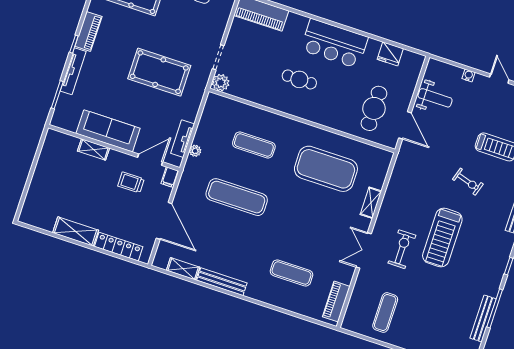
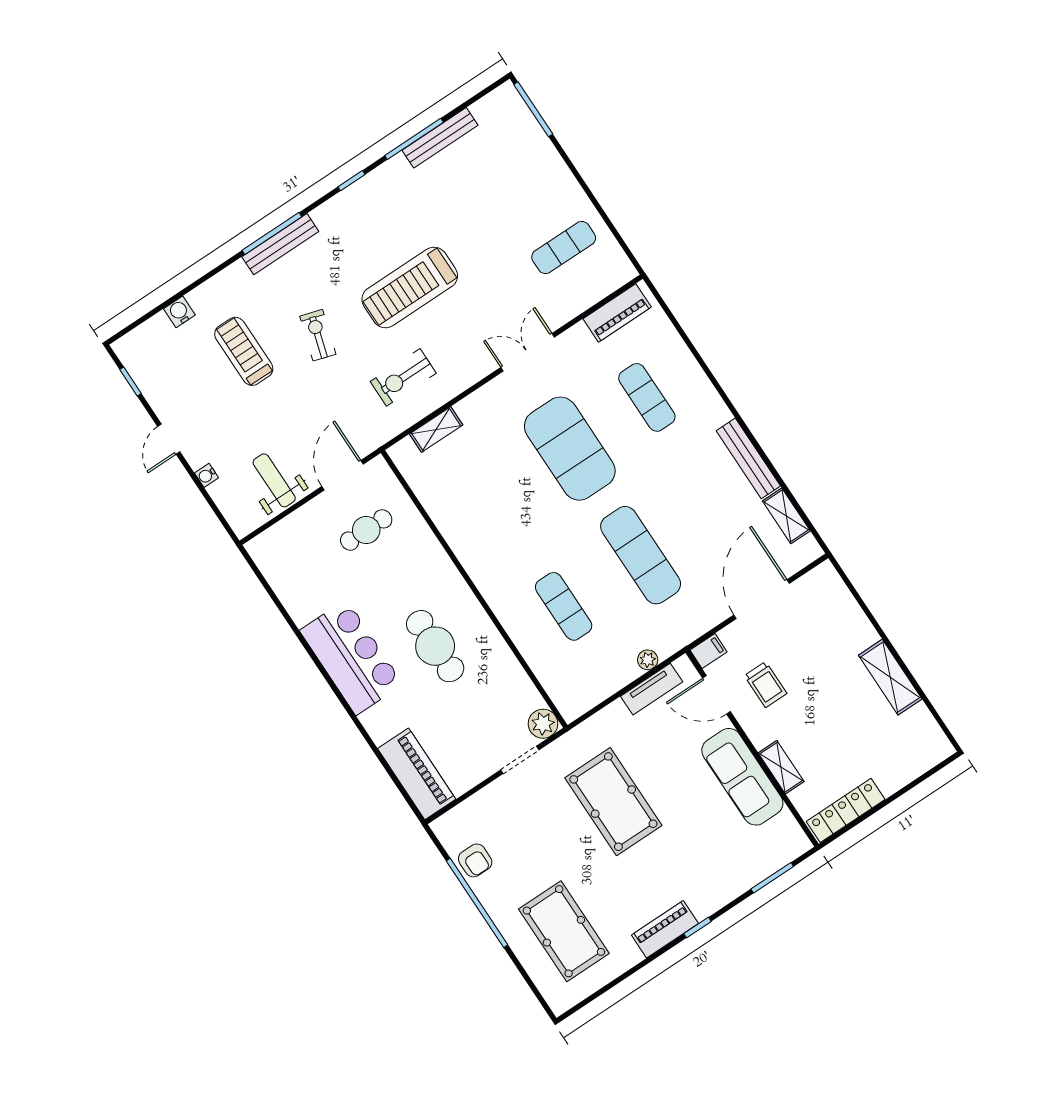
fridge: (390, 54) -> (288, 585), removed
tv unit: (73, 71) -> (727, 892), removed
cafe table: (299, 79) -> (435, 646), width x1.37, depth x1.35
cafe table: (374, 108) -> (366, 530), width x0.73, depth x0.74
exercise mat: (326, 169) -> (570, 449), moved
shelving: (371, 203) -> (436, 429), moved
treadmill: (442, 238) -> (410, 288), turned 180
locker: (119, 247) -> (846, 810), moved, turned 90
exercise bike: (402, 249) -> (403, 377), moved
double door: (364, 250) -> (528, 352), swing flipped

